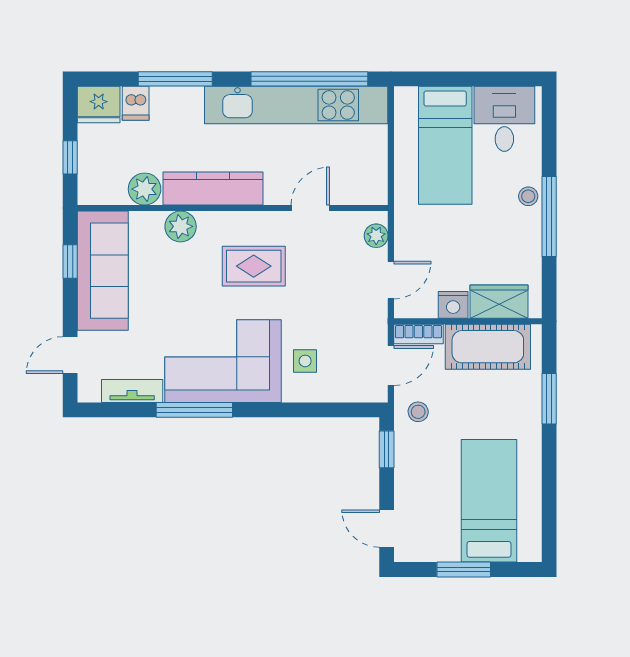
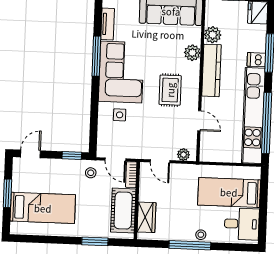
dishwasher: (136, 103) -> (256, 60), moved
nightstand: (453, 305) -> (146, 193), removed

